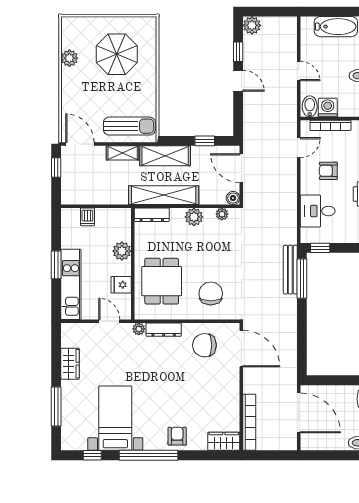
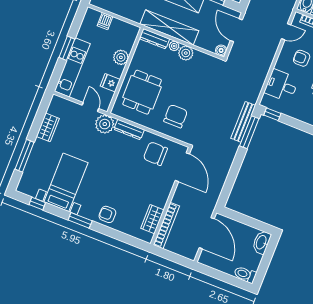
plant: (222, 214) -> (174, 46), moved
plant: (139, 329) -> (105, 124), width x1.87, depth x1.87
armchair: (177, 436) -> (107, 214), turned -90
wardrobe: (224, 441) -> (152, 219), moved, turned -90
window: (149, 455) -> (80, 220), width x0.47

